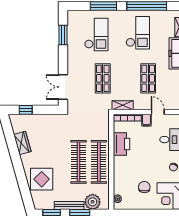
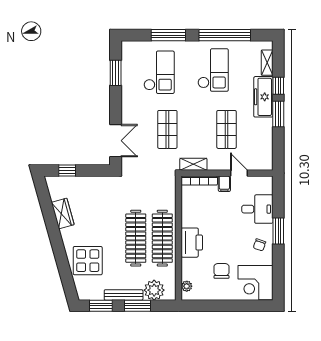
double door: (63, 87) -> (116, 141), swing flipped
printer: (121, 144) -> (192, 243), moved

